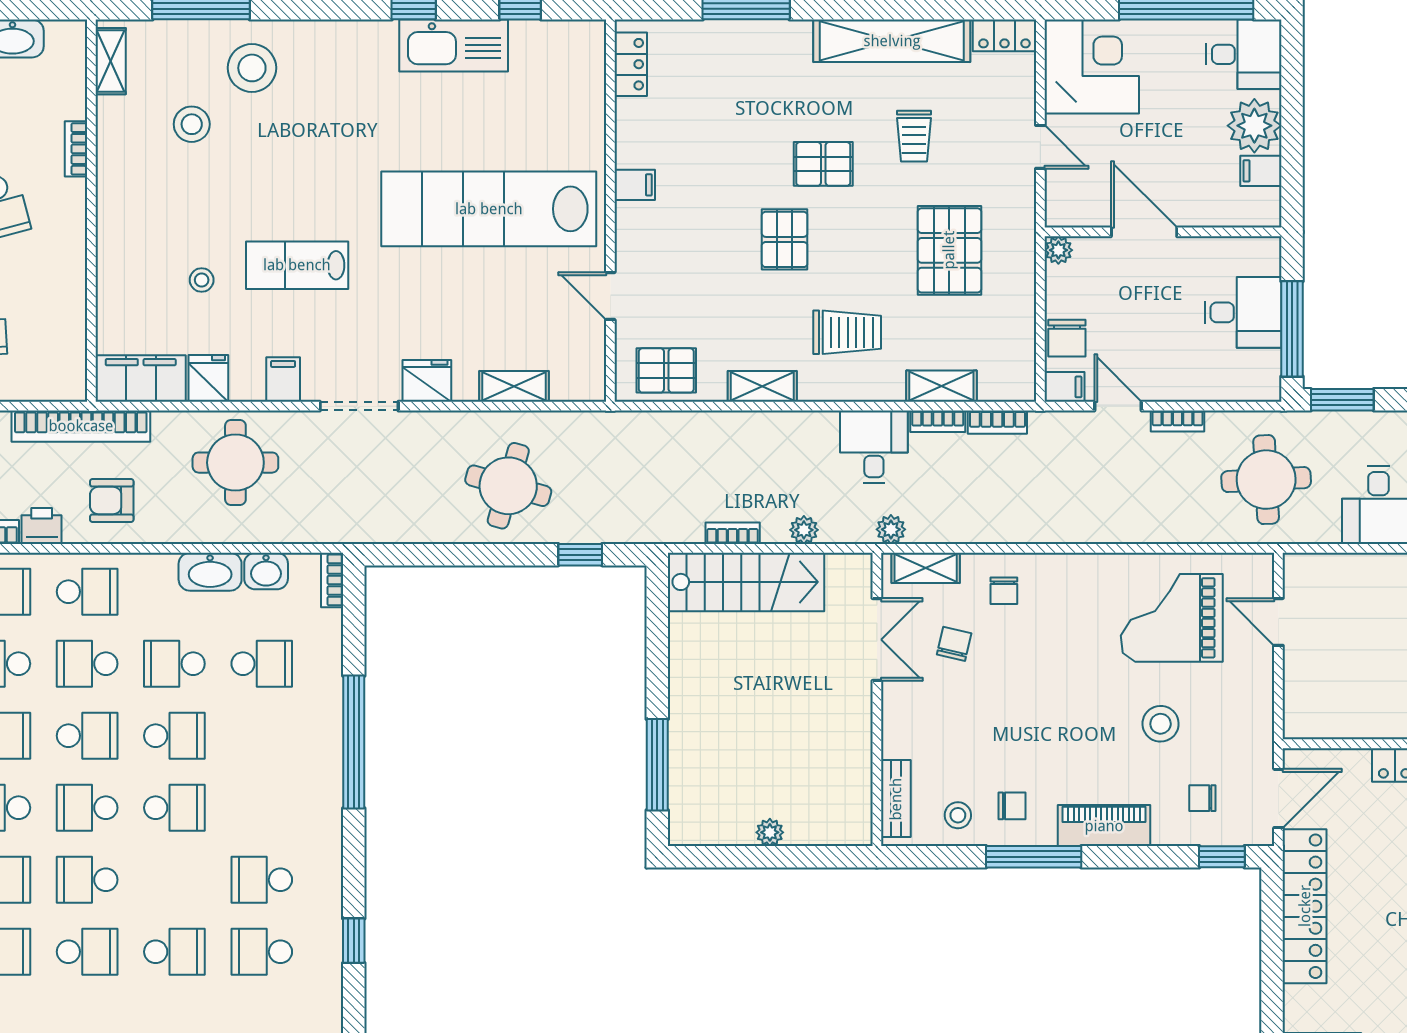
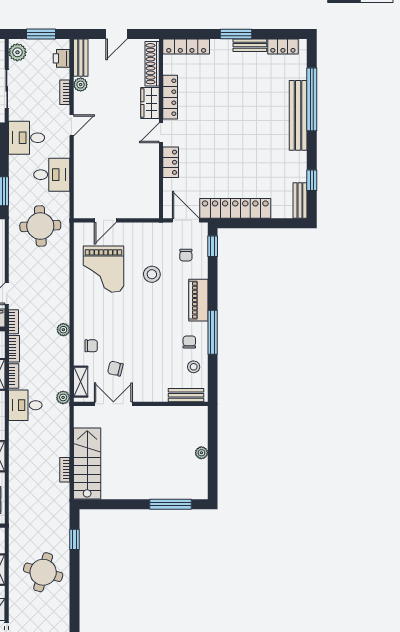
bookcase: (1178, 421) -> (14, 322), moved
plant: (804, 530) -> (63, 330), moved

